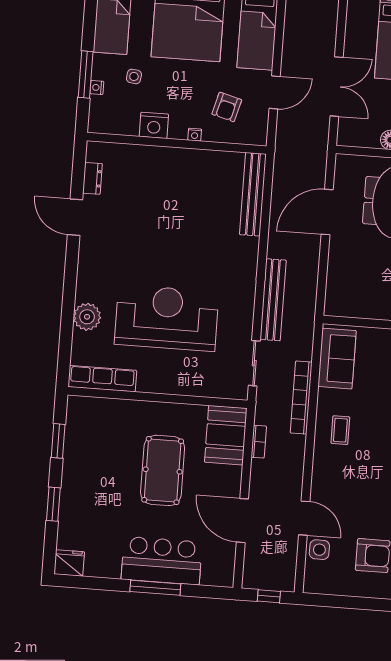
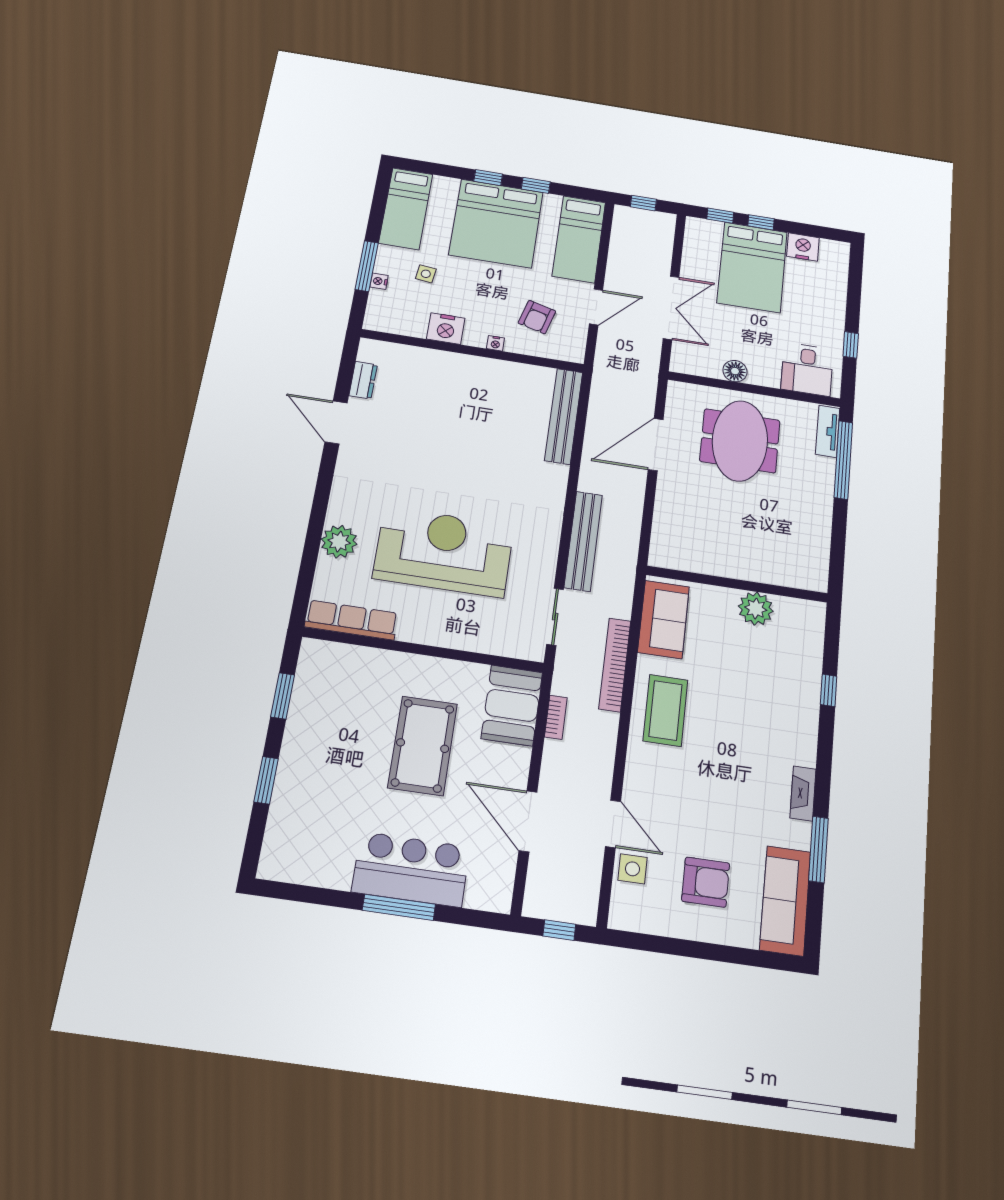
coffee table: (340, 430) -> (665, 710), width x1.86, depth x1.72
fridge: (69, 563) -> (279, 864), removed

